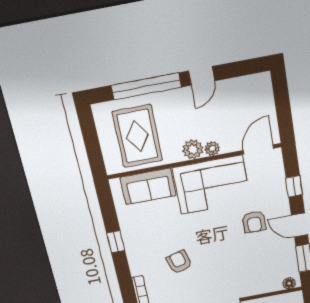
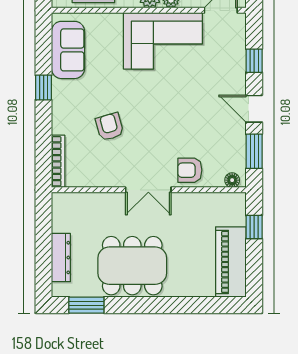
sofa: (148, 186) -> (68, 50), moved, turned -90
armchair: (254, 222) -> (190, 170), moved, turned 90

